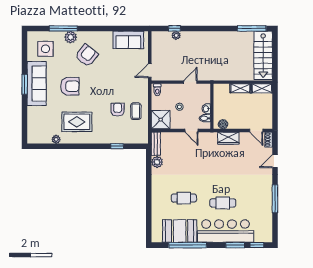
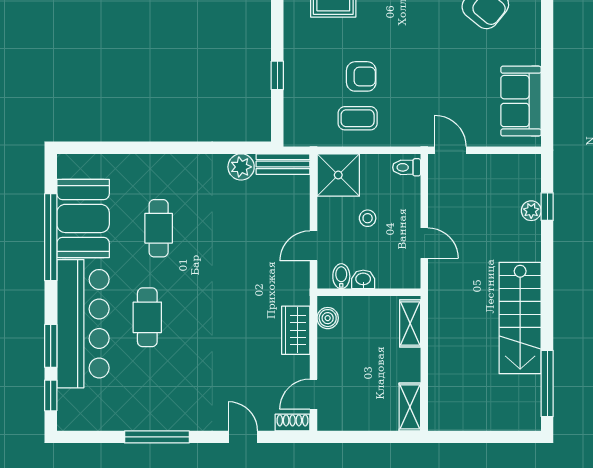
stairs: (263, 55) -> (520, 318), moved, turned -90
shelving: (240, 88) -> (410, 323), moved

